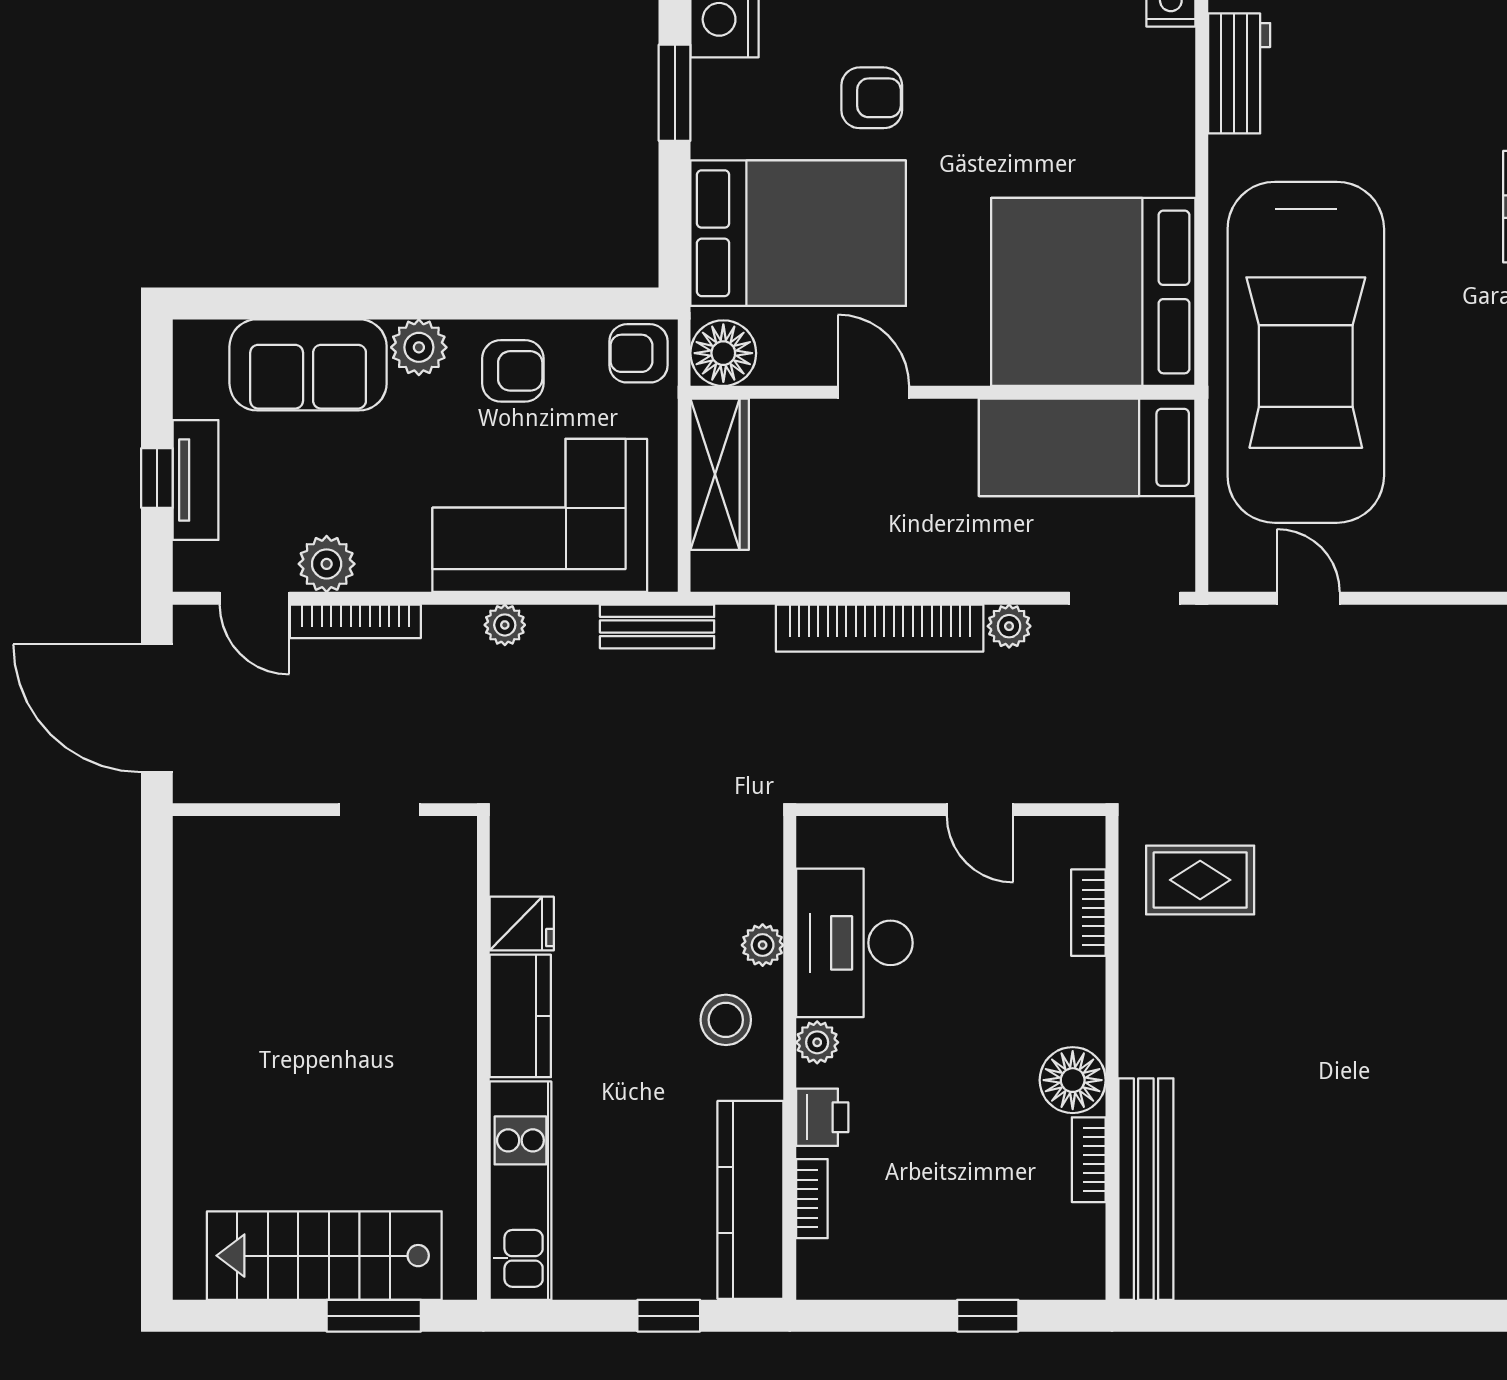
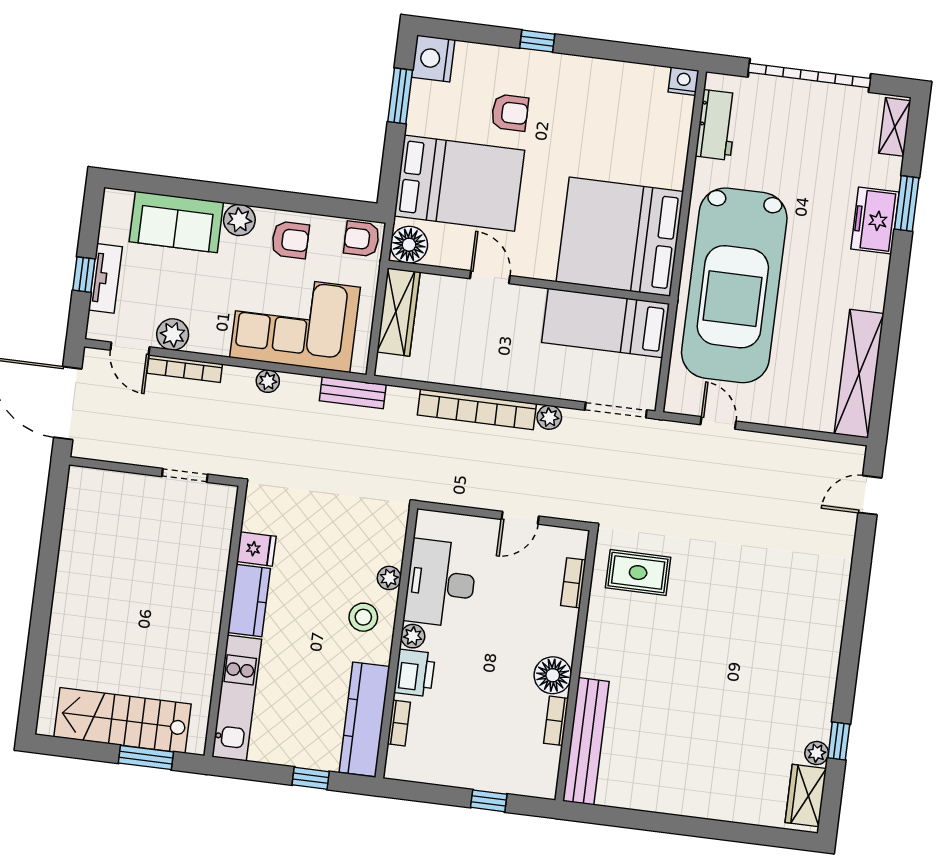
door: (980, 810) -> (520, 518), hinge flipped
printer: (822, 1117) -> (415, 673), width x1.36, depth x1.24

